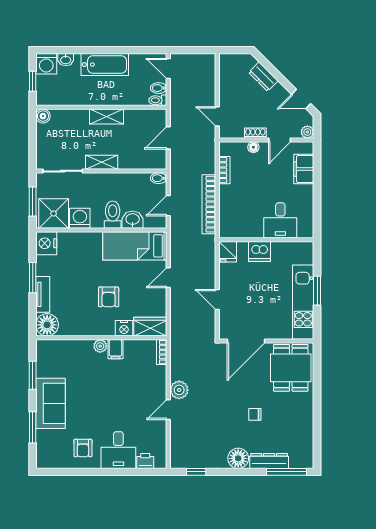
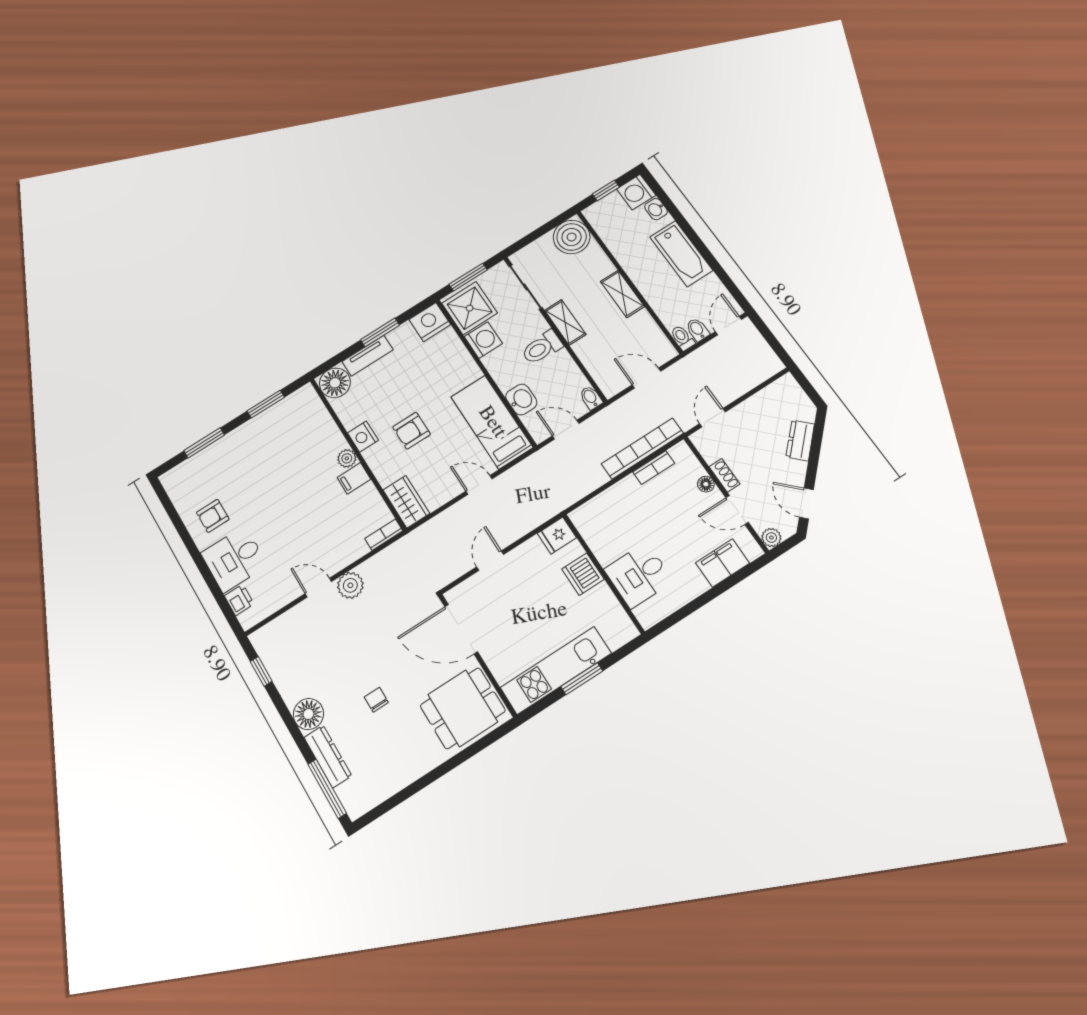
boiler: (43, 116) -> (572, 237), width x1.86, depth x1.86
bookcase: (209, 204) -> (642, 448), moved
toilet: (113, 215) -> (542, 348), moved, turned 180
nightstand: (124, 328) -> (363, 437), moved
sofa: (50, 403) -> (244, 445), removed

